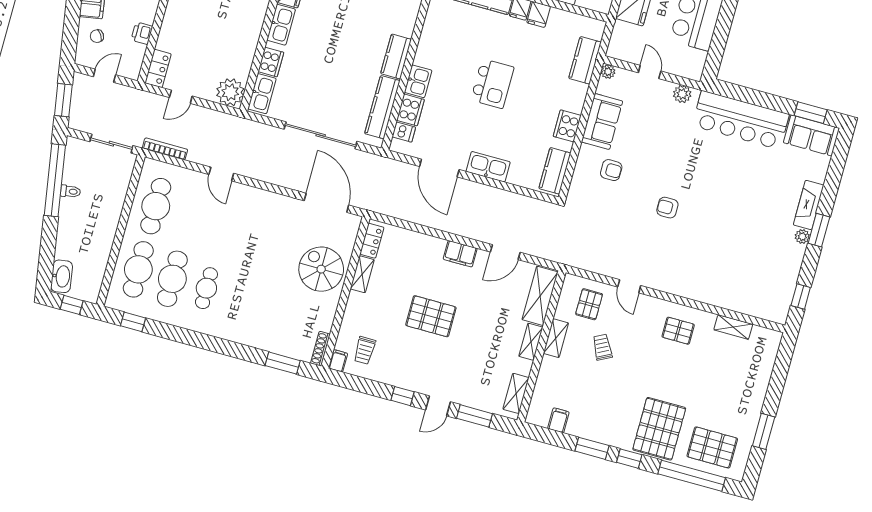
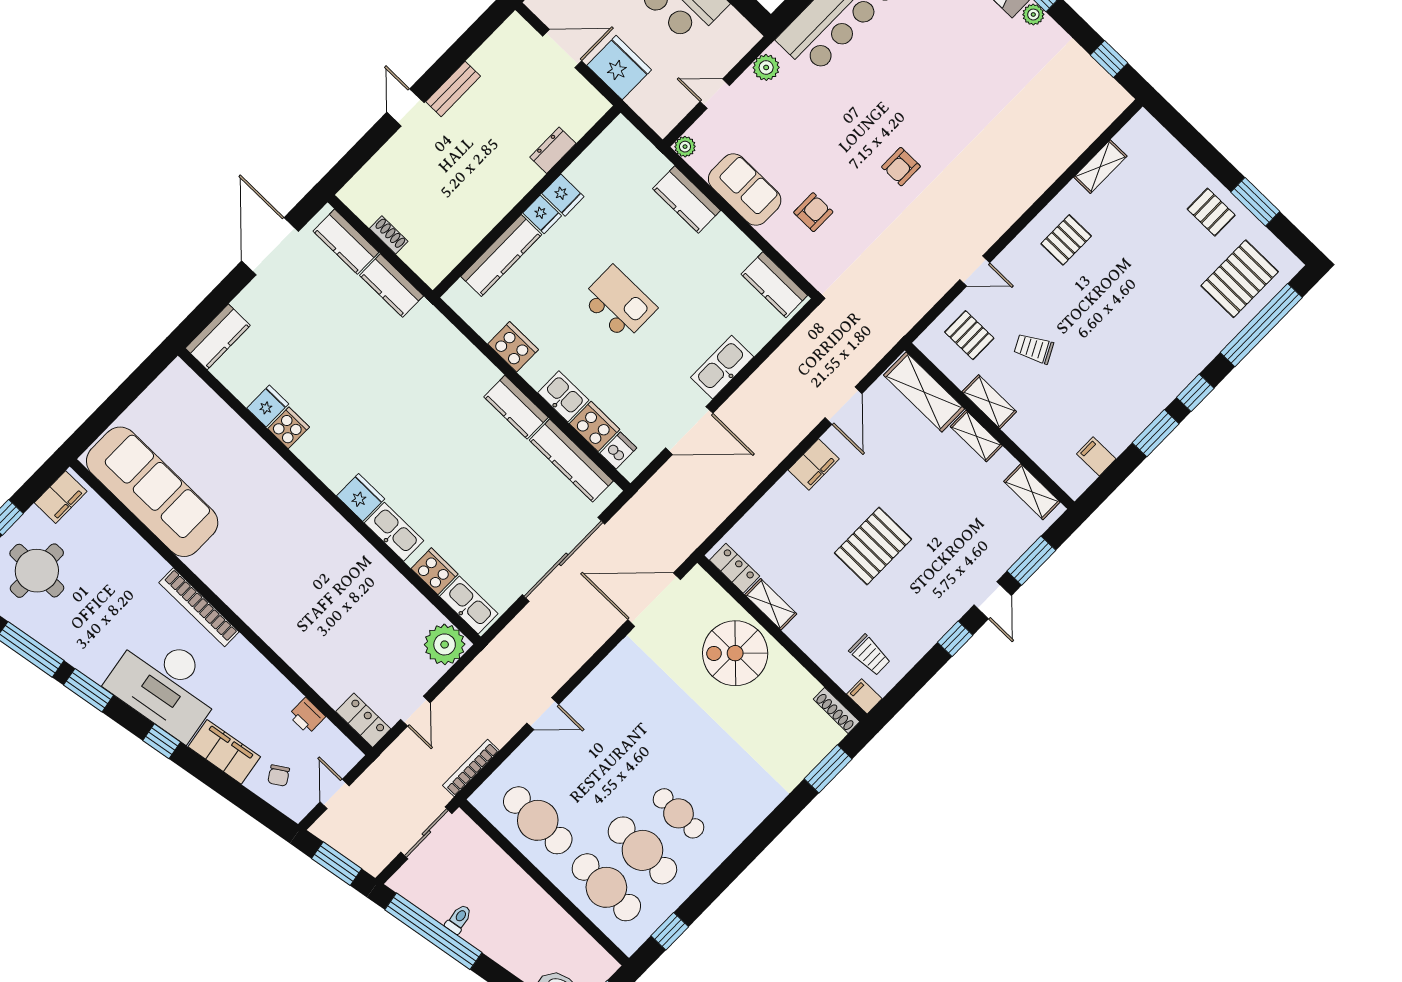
kitchen counter: (585, 60) -> (687, 200), moved
cooker: (567, 126) -> (513, 347), moved, turned 180
pallet: (659, 429) -> (1211, 212), moved, width x0.49, depth x0.50

